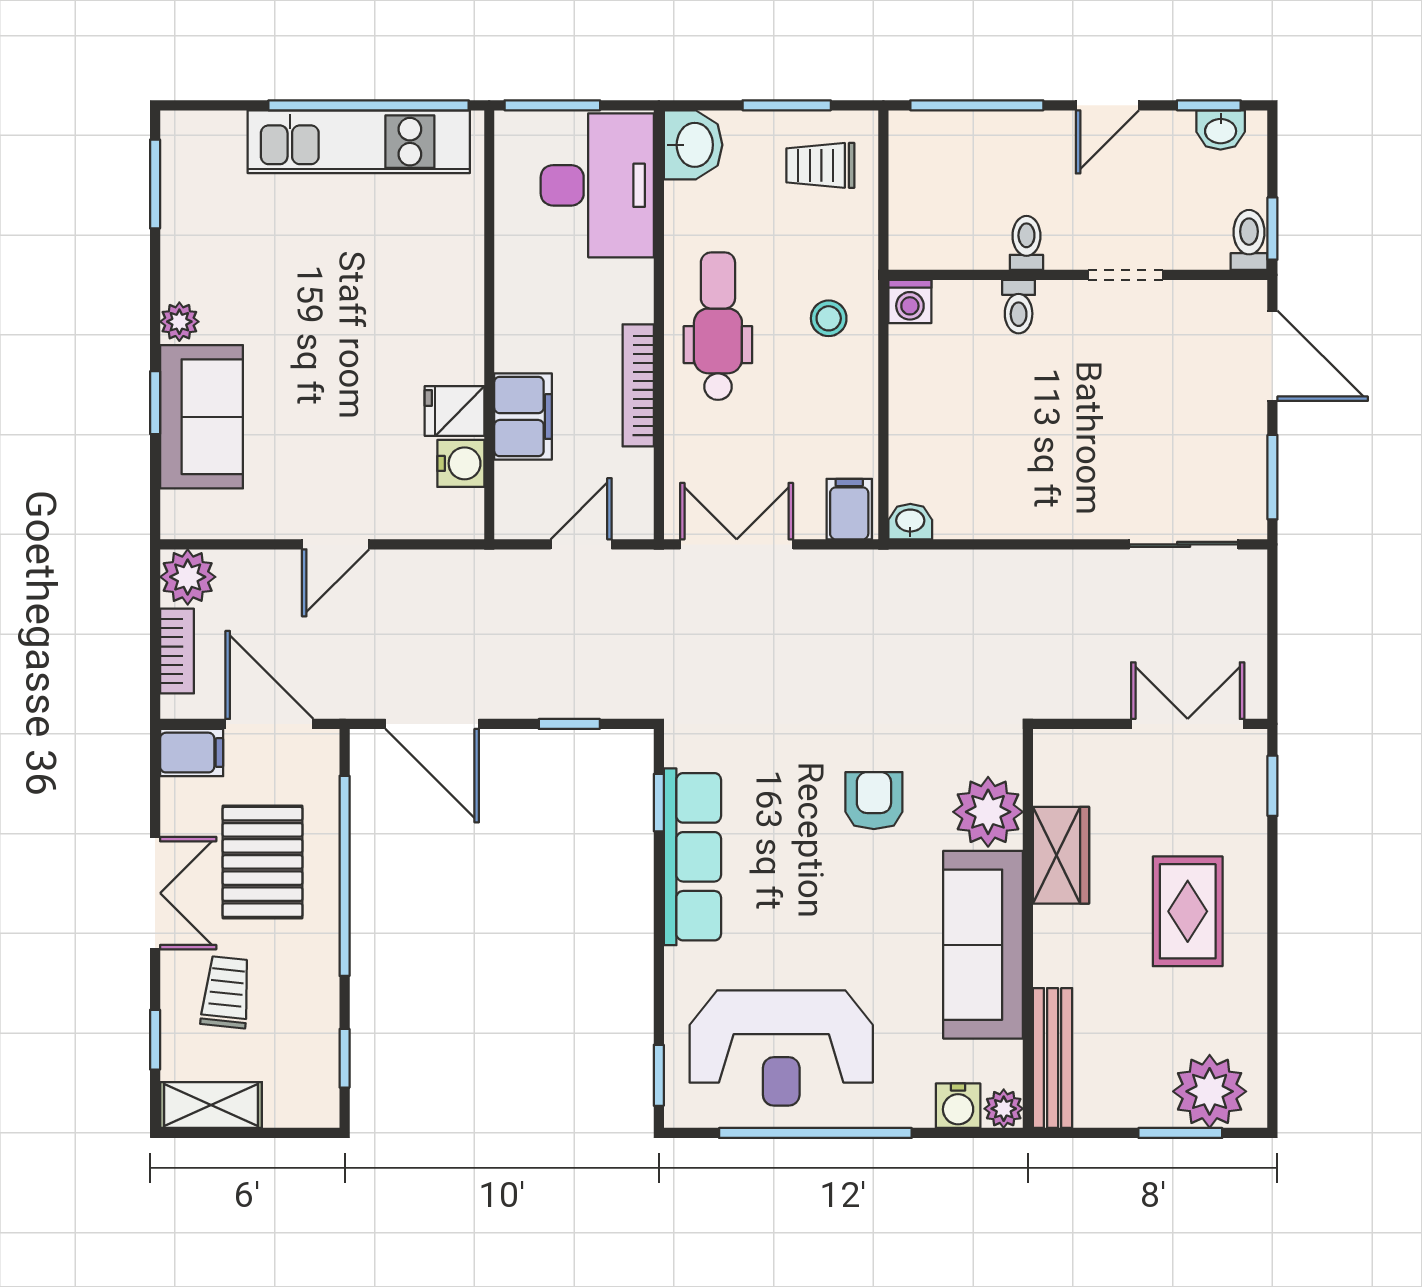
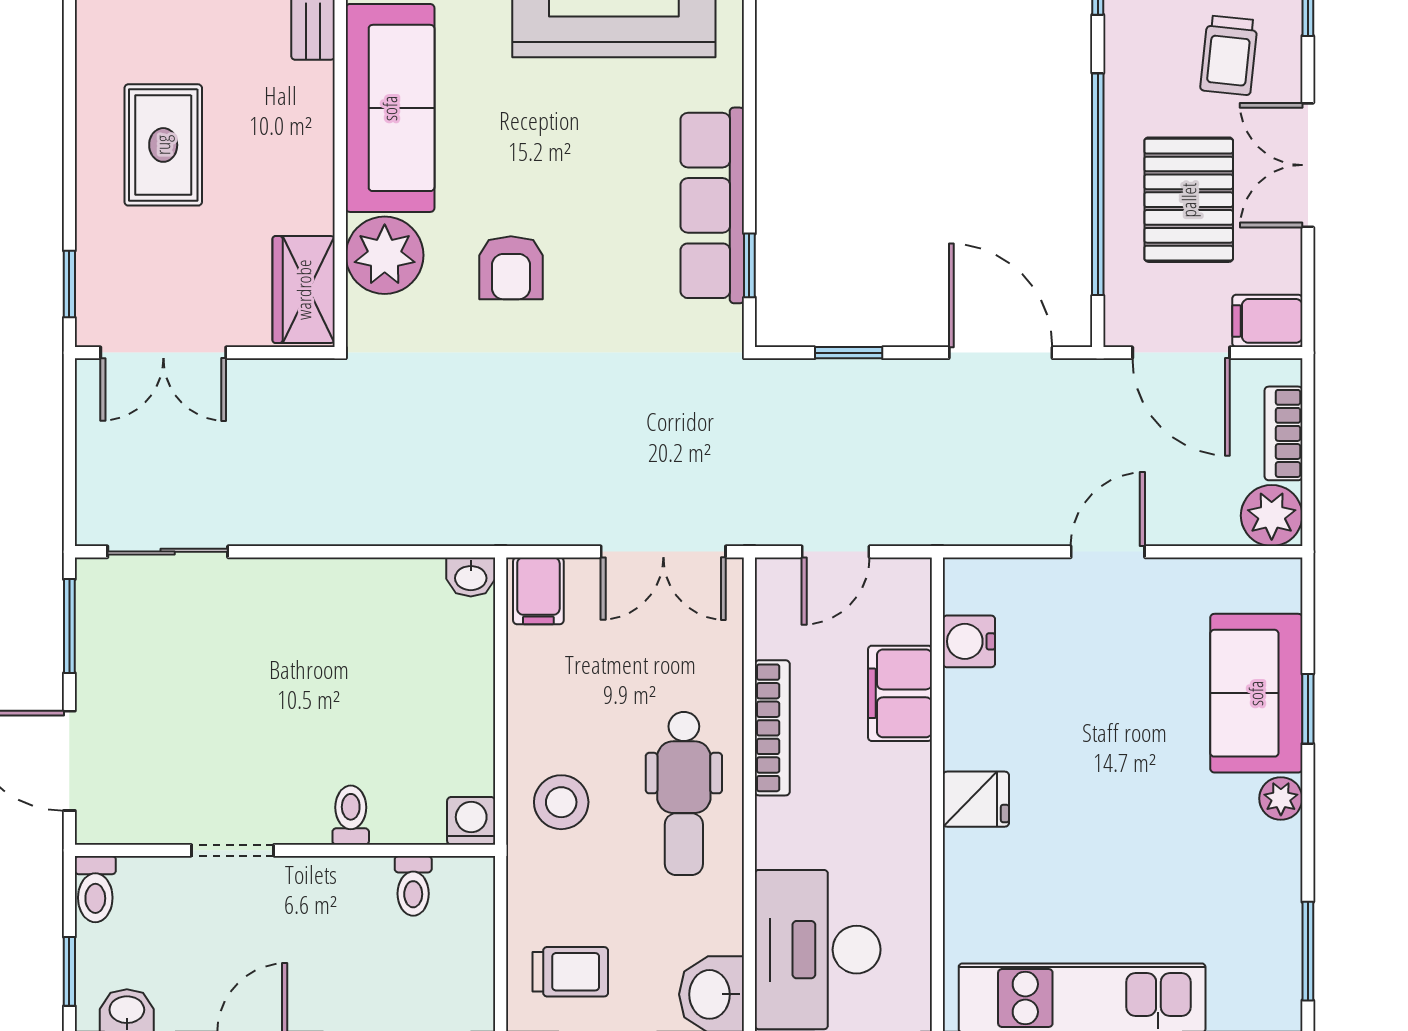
window: (1272, 229) -> (69, 971), moved
toilet: (1026, 243) -> (413, 886), moved
stool: (829, 318) -> (561, 802), width x1.37, depth x1.37
fridge: (454, 411) -> (976, 799), moved
wardrobe: (1061, 855) -> (304, 290), moved

